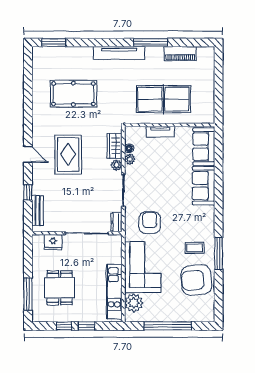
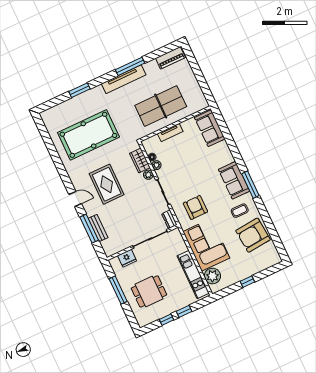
window: (54, 43) -> (79, 90), moved
tv unit: (119, 53) -> (124, 79), moved
piano: (180, 54) -> (170, 58), moved
pool table: (73, 94) -> (88, 135), width x1.36, depth x1.32
sofa: (204, 186) -> (234, 180), moved
window: (28, 192) -> (89, 229), width x2.17
bench: (38, 211) -> (98, 228), moved
window: (219, 254) -> (250, 185), moved
dining table: (60, 288) -> (149, 291), turned 90
window: (28, 294) -> (118, 290), moved
window: (168, 326) -> (247, 282), width x0.32

